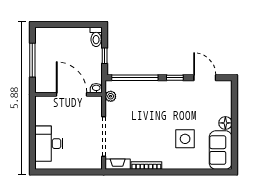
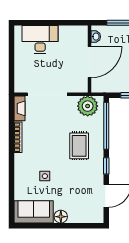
washbasin: (96, 88) -> (96, 37), moved
plant: (111, 96) -> (88, 106), width x1.88, depth x1.88
rug: (155, 105) -> (79, 146), added
side table: (185, 139) -> (45, 176), width x0.54, depth x0.54

